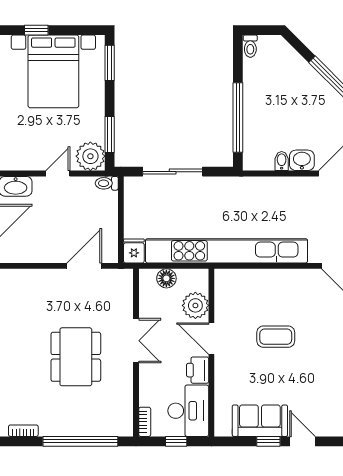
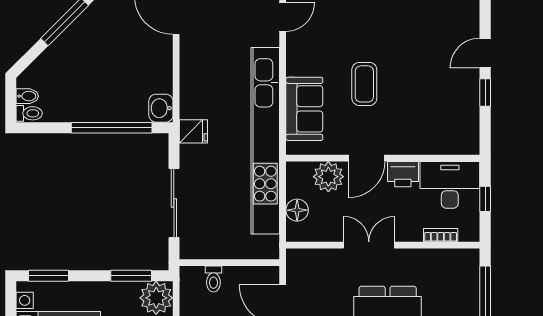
washbasin: (302, 160) -> (161, 108), moved
bidet: (282, 161) -> (27, 96), moved, turned 180
toilet: (107, 183) -> (213, 279), moved
fridge: (134, 251) -> (193, 131), moved, turned 180
sofa: (260, 421) -> (304, 109), moved, turned 180
bookcase: (145, 422) -> (441, 235), moved

